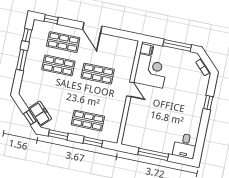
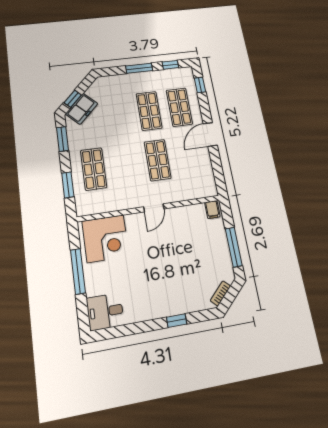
corner desk: (151, 71) -> (105, 239), moved

